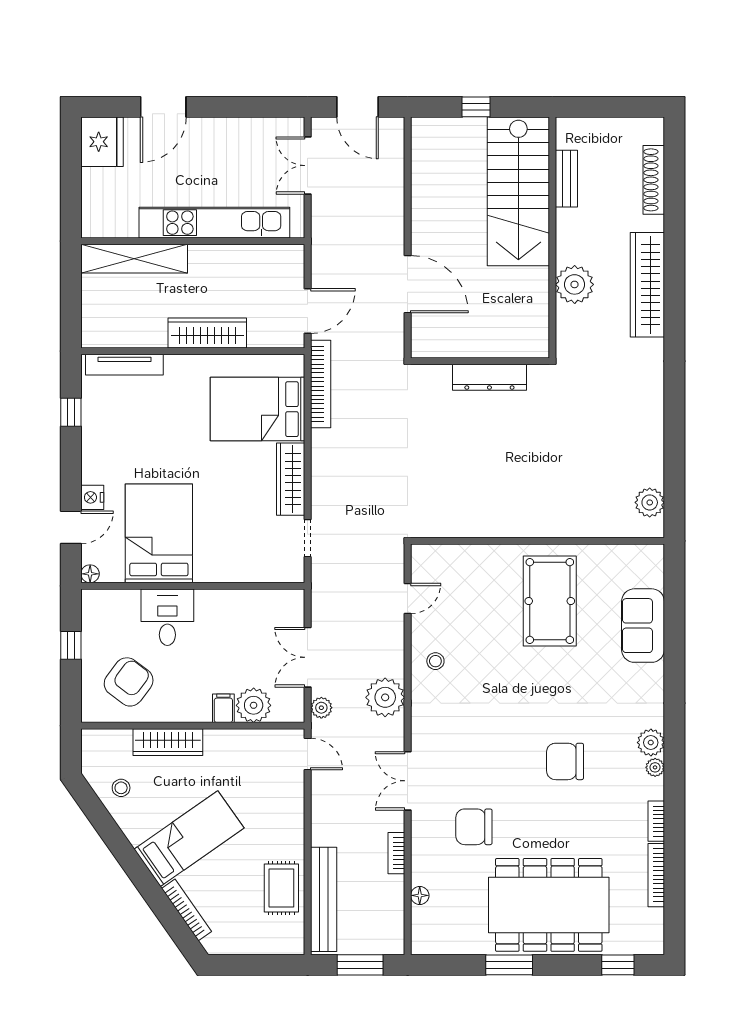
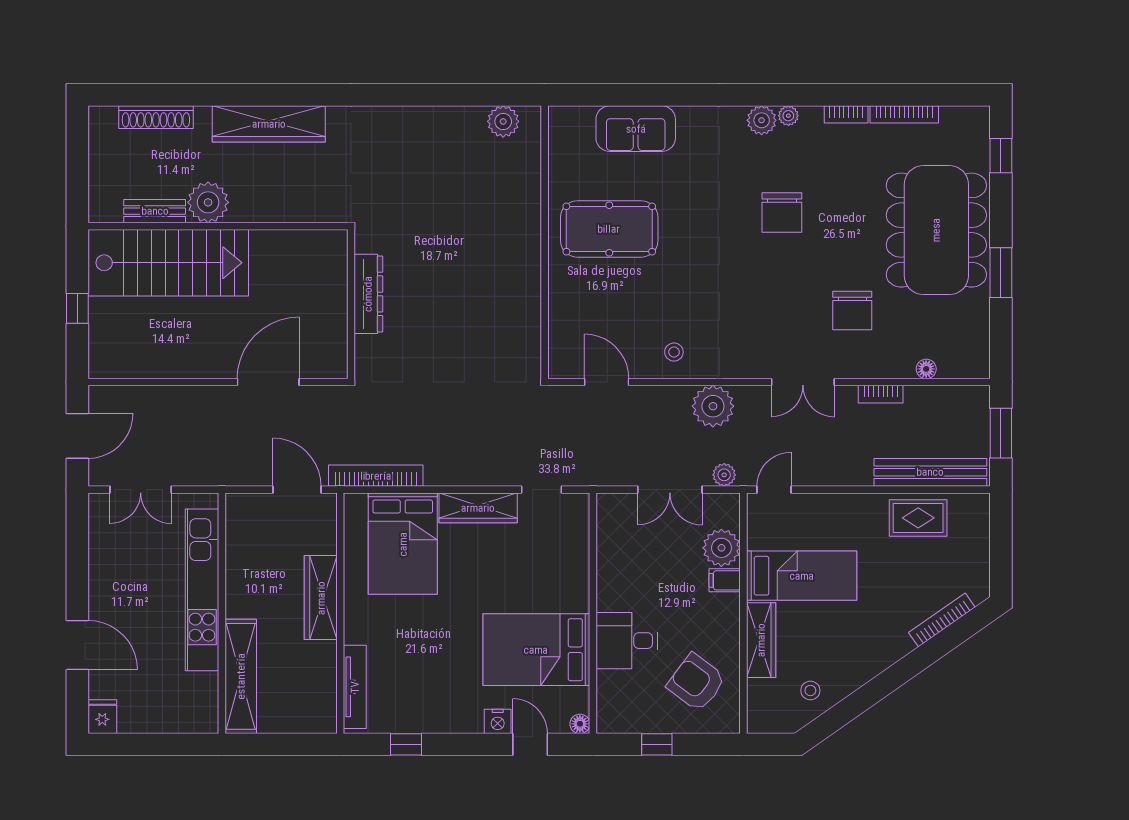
fridge: (102, 142) -> (102, 717), width x0.53, depth x0.75
plant: (575, 284) -> (208, 202), moved
door: (408, 599) -> (607, 382), width x1.38
bed: (189, 839) -> (802, 576), moved, turned 125

